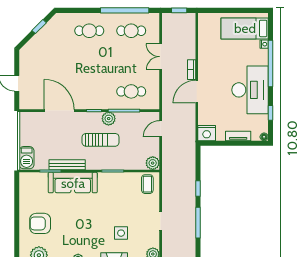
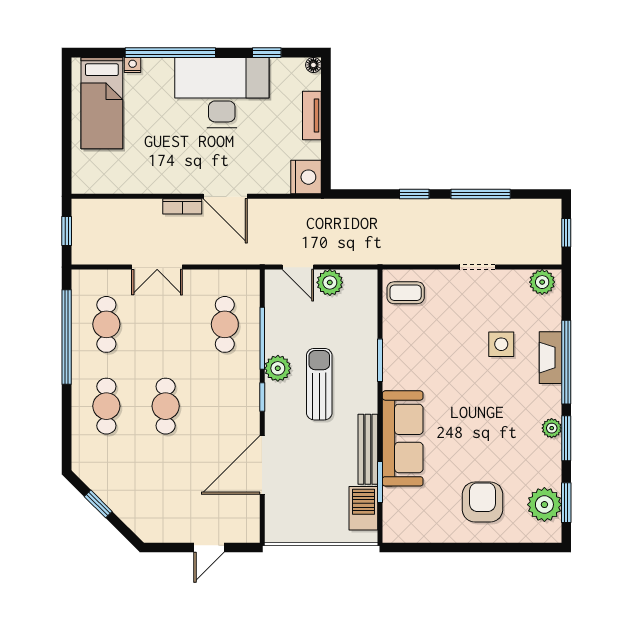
cafe table: (89, 61) -> (166, 406), added
barbecue: (27, 158) -> (363, 508), moved, turned -90
plant: (153, 163) -> (330, 282), moved
armchair: (40, 223) -> (483, 502), turned 180

